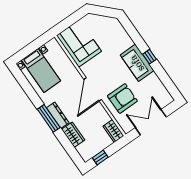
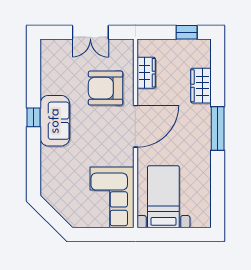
bed with nightstands: (41, 70) -> (163, 197), moved
dresser: (58, 115) -> (203, 124), removed
double door: (151, 122) -> (90, 32), width x0.73
wardrobe: (113, 131) -> (146, 73), moved

